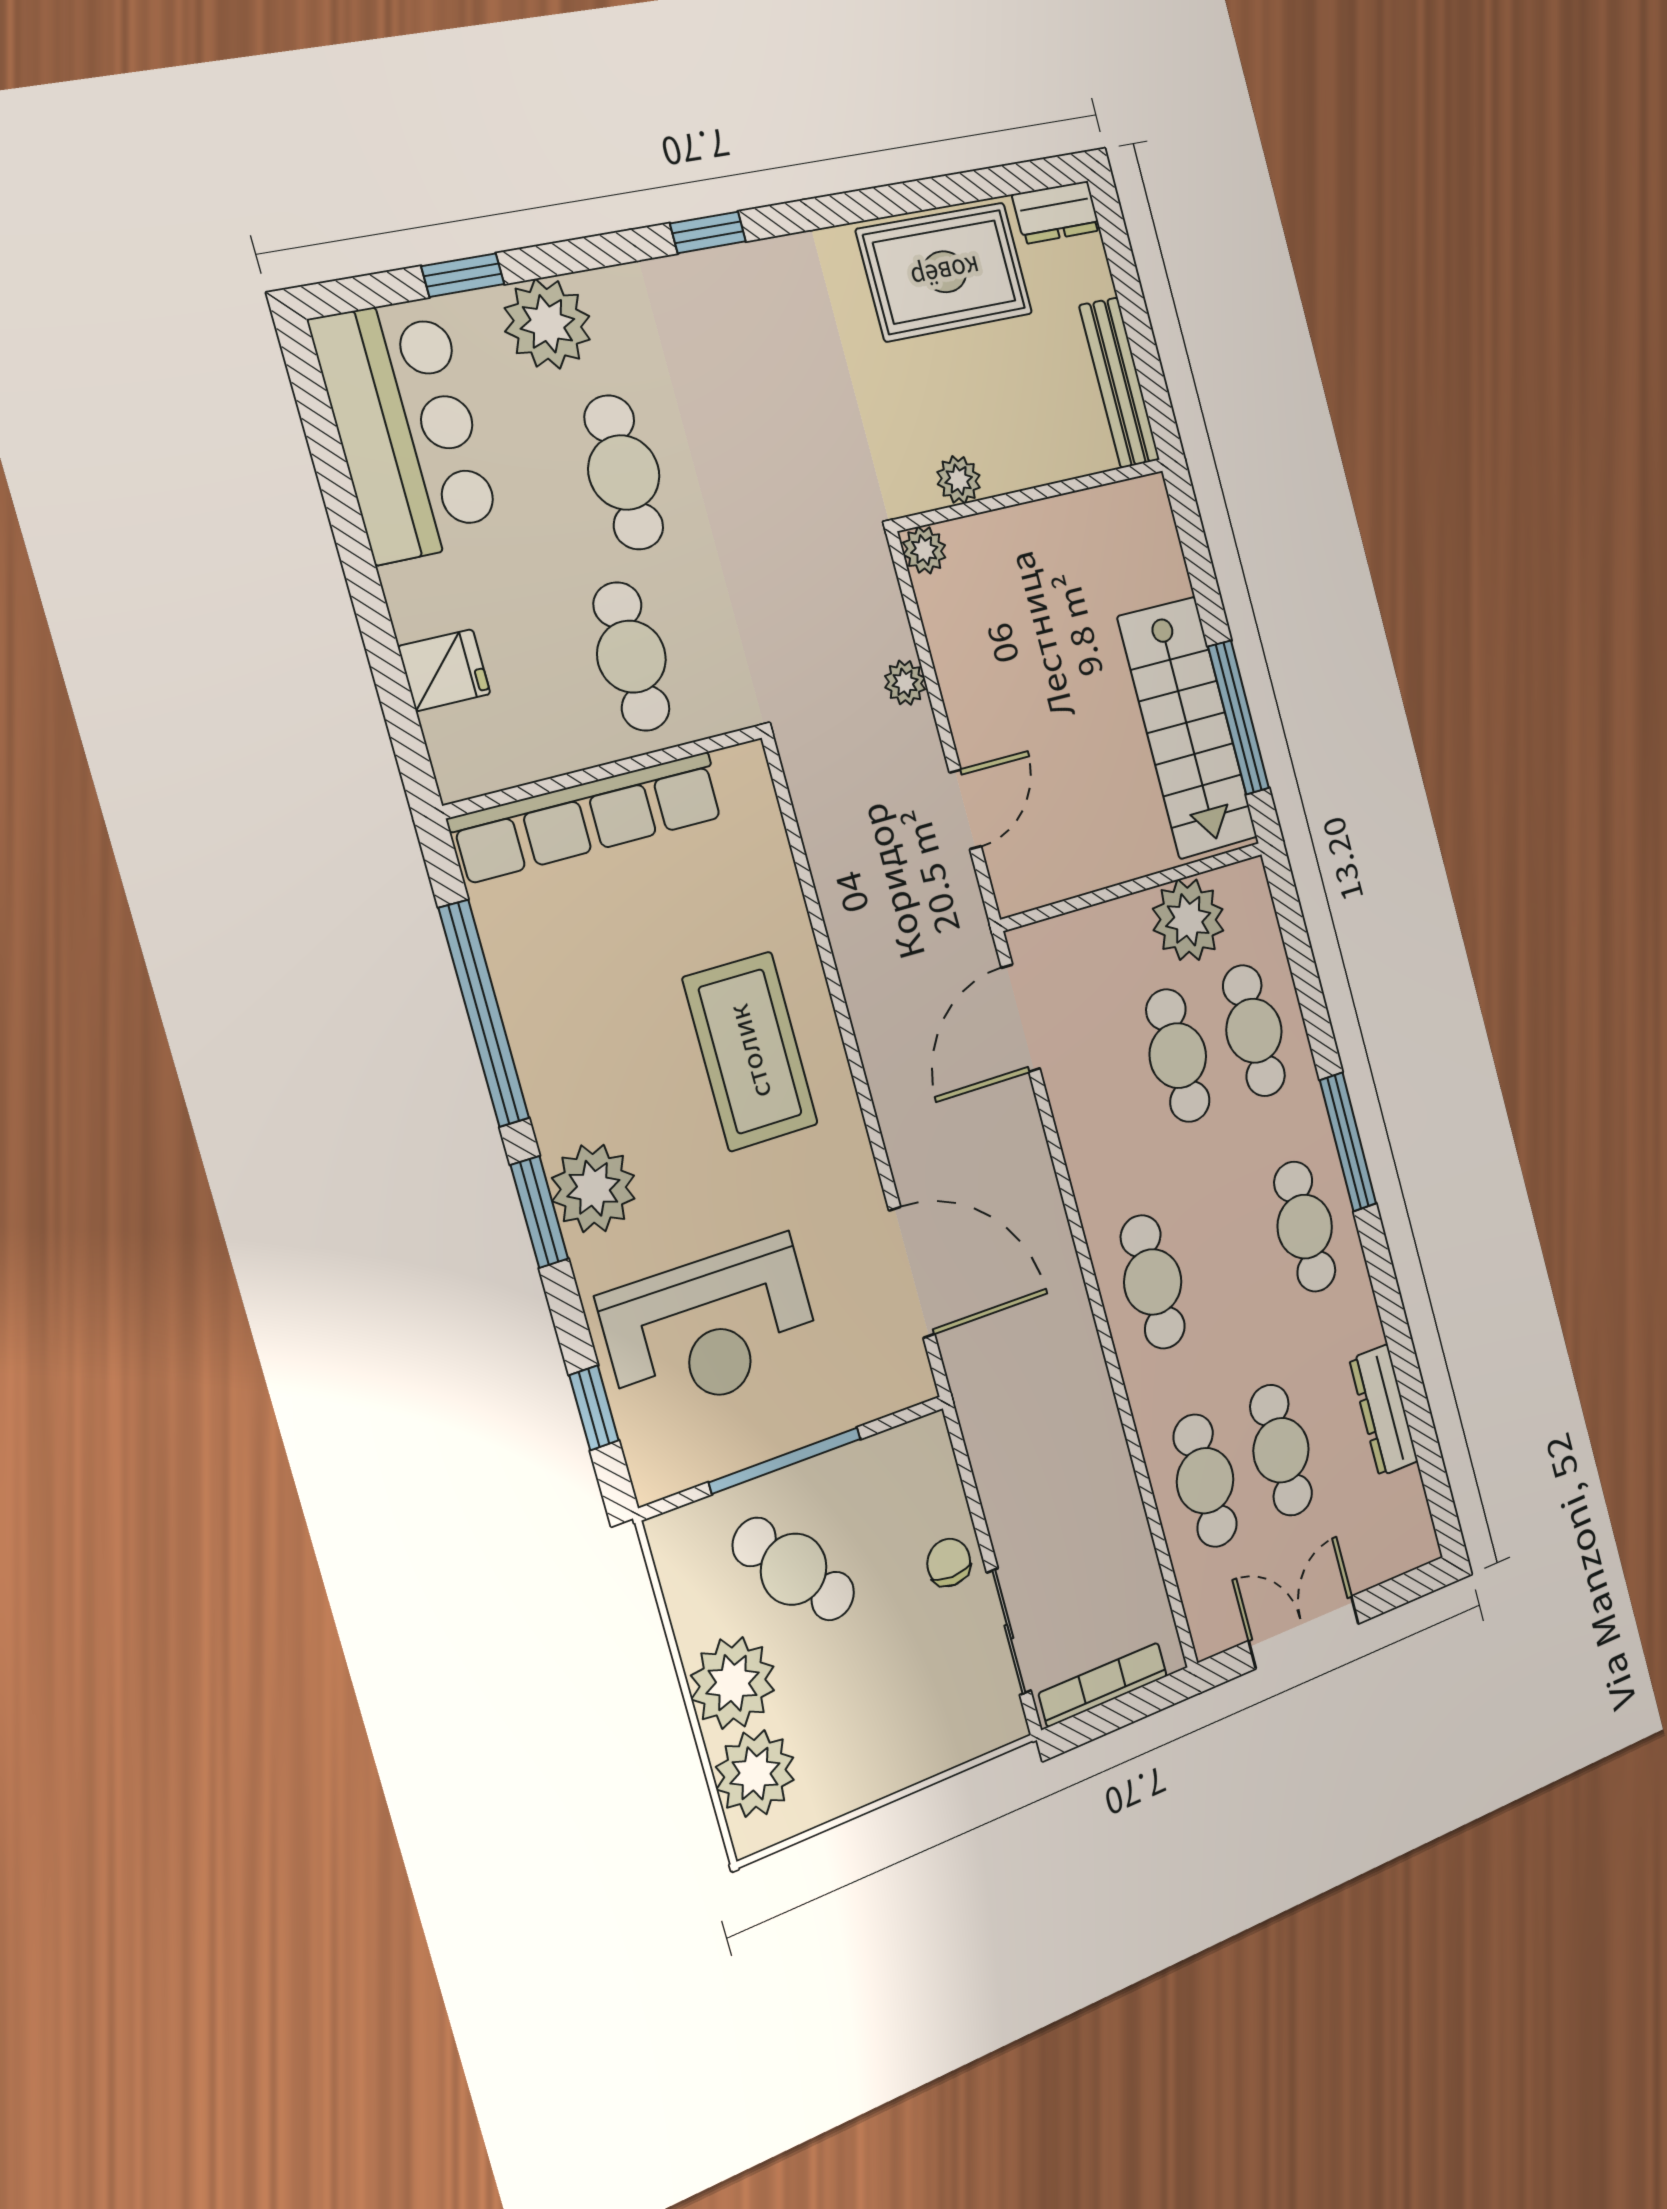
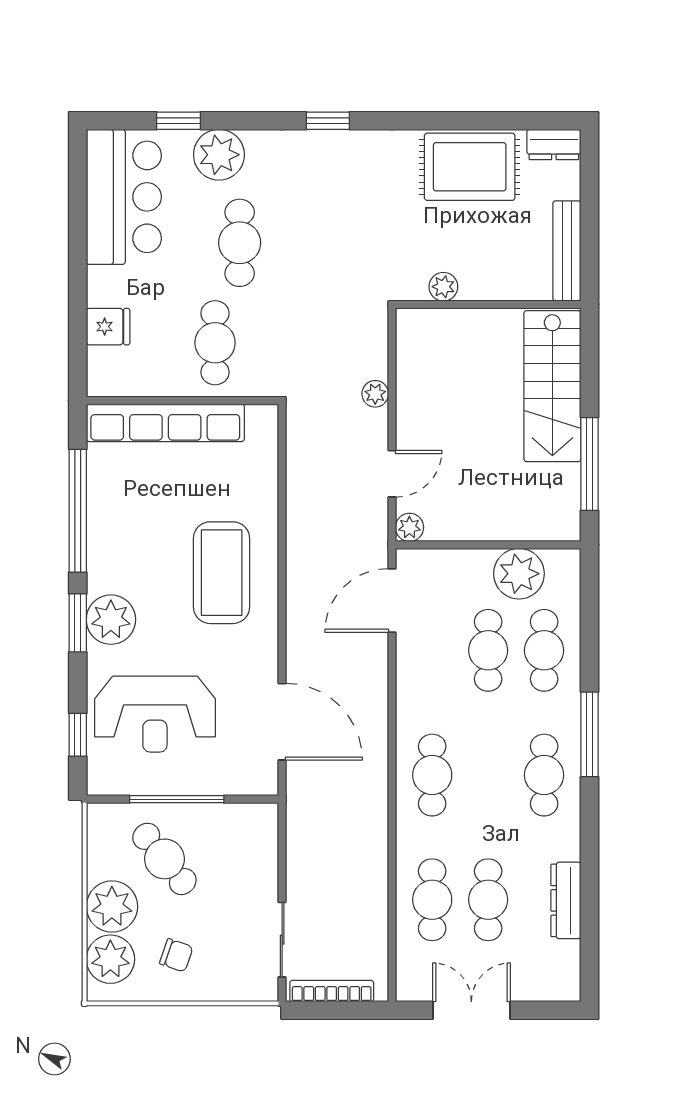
plant: (924, 550) -> (409, 527), moved
stairs: (1187, 728) -> (552, 386), moved
chair: (949, 1562) -> (176, 955), moved, turned 109

